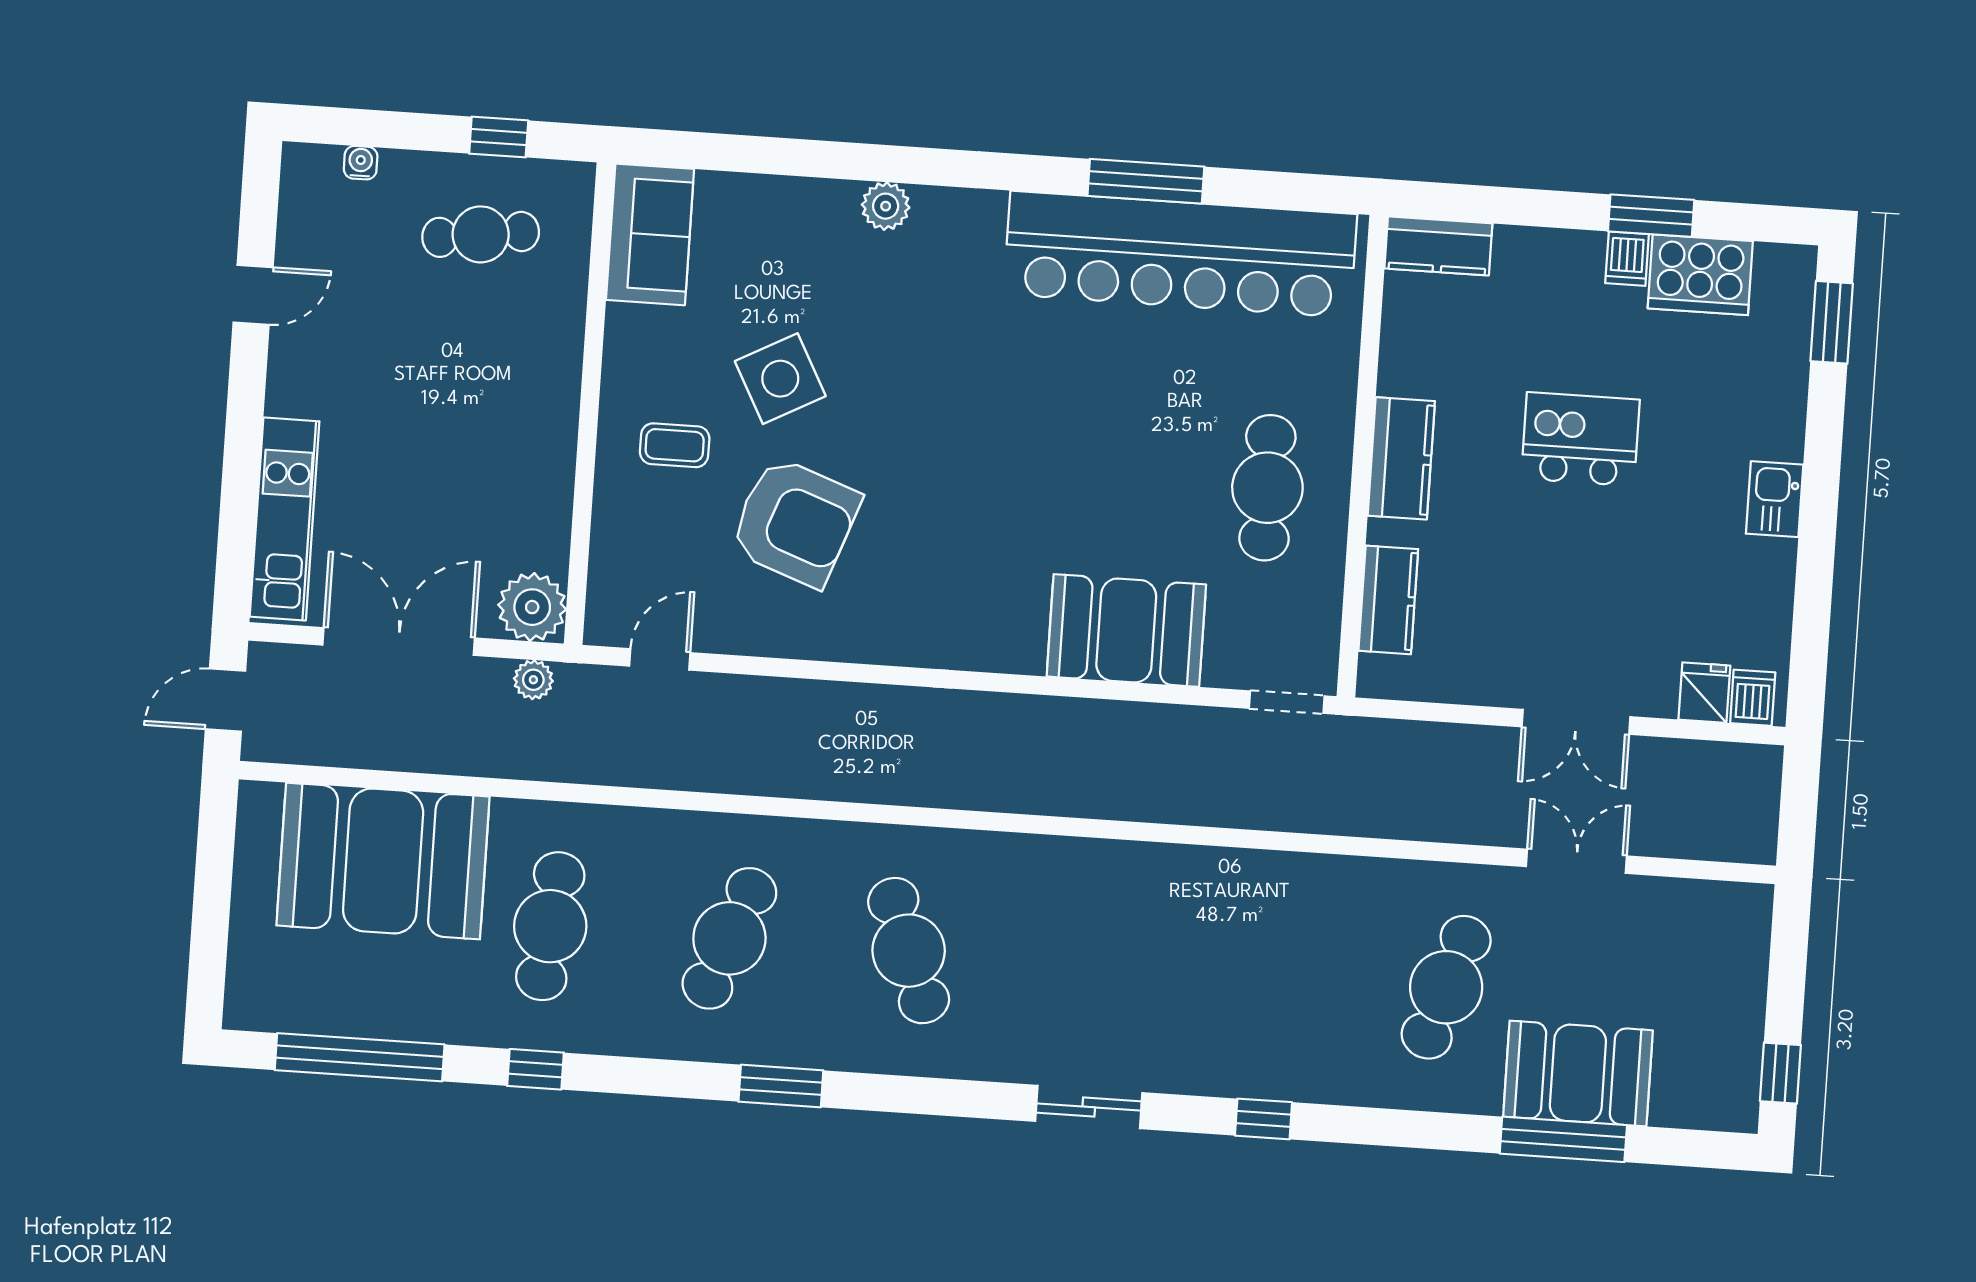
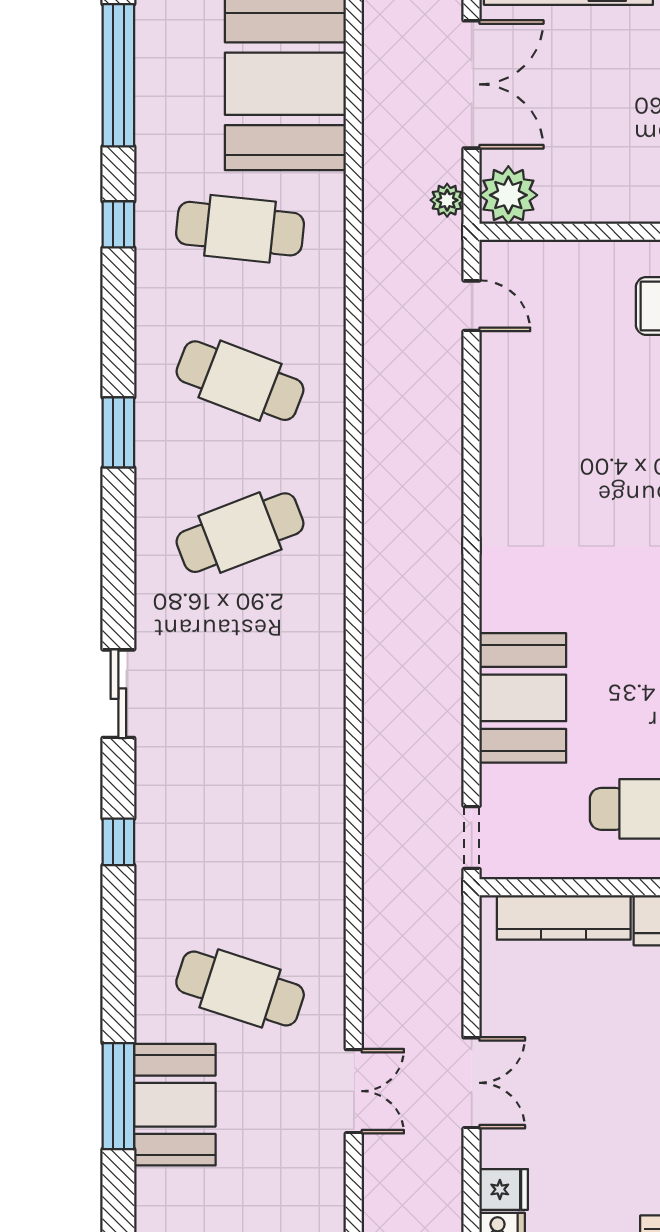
armchair: (795, 522) -> (595, 412), removed
kitchen counter: (1388, 600) -> (564, 917), width x1.50
double door: (1576, 722) -> (472, 1083), swing flipped

